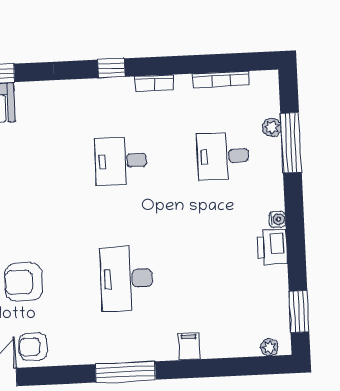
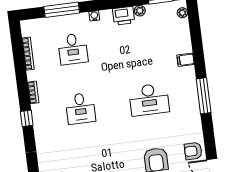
plant: (272, 127) -> (140, 11), moved
water cooler: (277, 219) -> (94, 16), moved
armchair: (33, 347) -> (193, 151), turned 90

